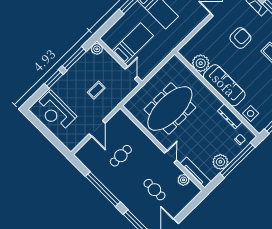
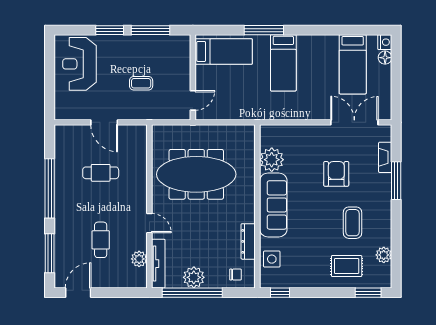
armchair: (240, 38) -> (336, 174), turned -90
bed: (133, 43) -> (224, 51), moved
plant: (97, 49) -> (183, 43), removed
door: (97, 128) -> (104, 122), hinge flipped
door: (171, 157) -> (149, 223), hinge flipped
window: (237, 160) -> (192, 293), moved

